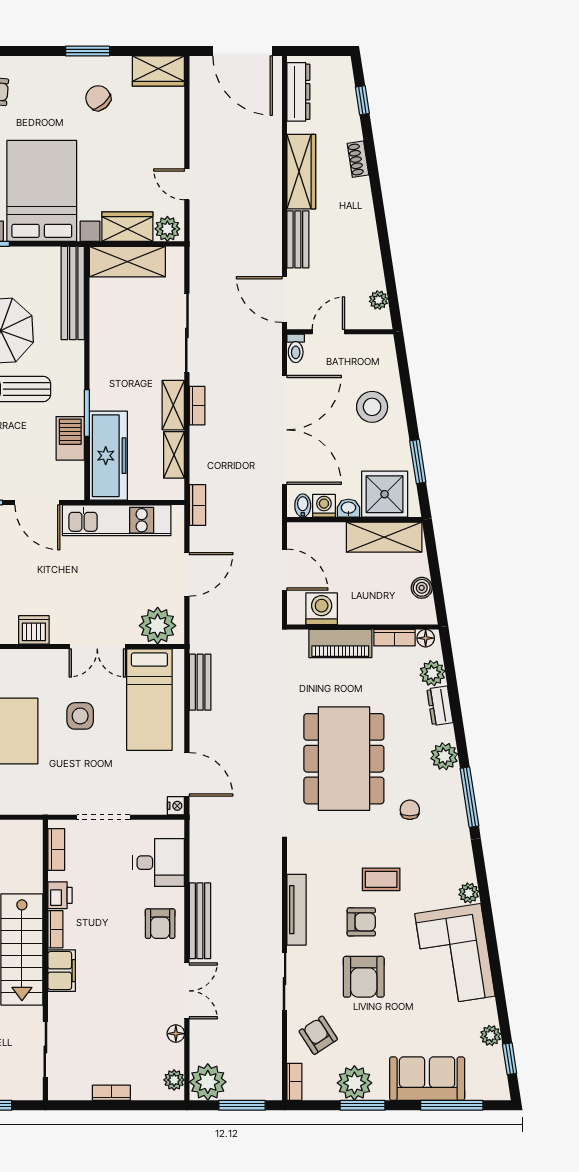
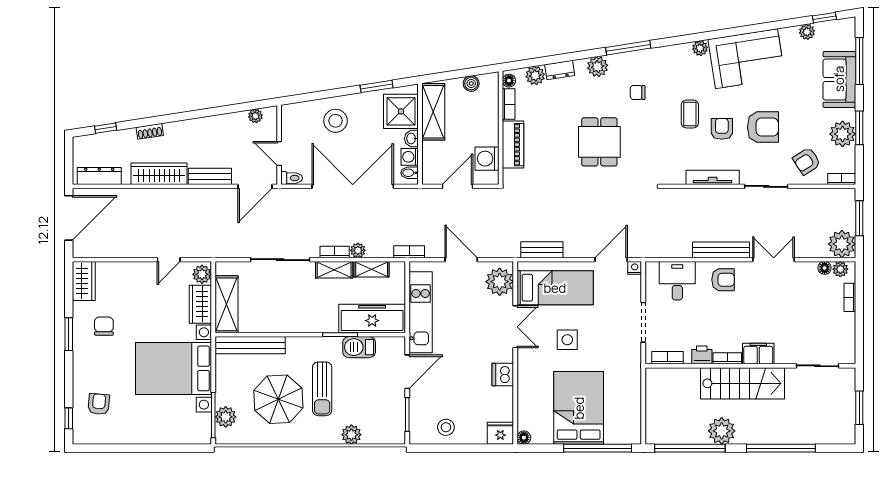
chair: (98, 98) -> (104, 326), turned 131
plant: (199, 437) -> (358, 250), added
dining table: (344, 759) -> (599, 142), width x0.53, depth x0.80
floor lamp: (176, 1034) -> (825, 268), moved
bookcase: (111, 1093) -> (850, 297), moved

